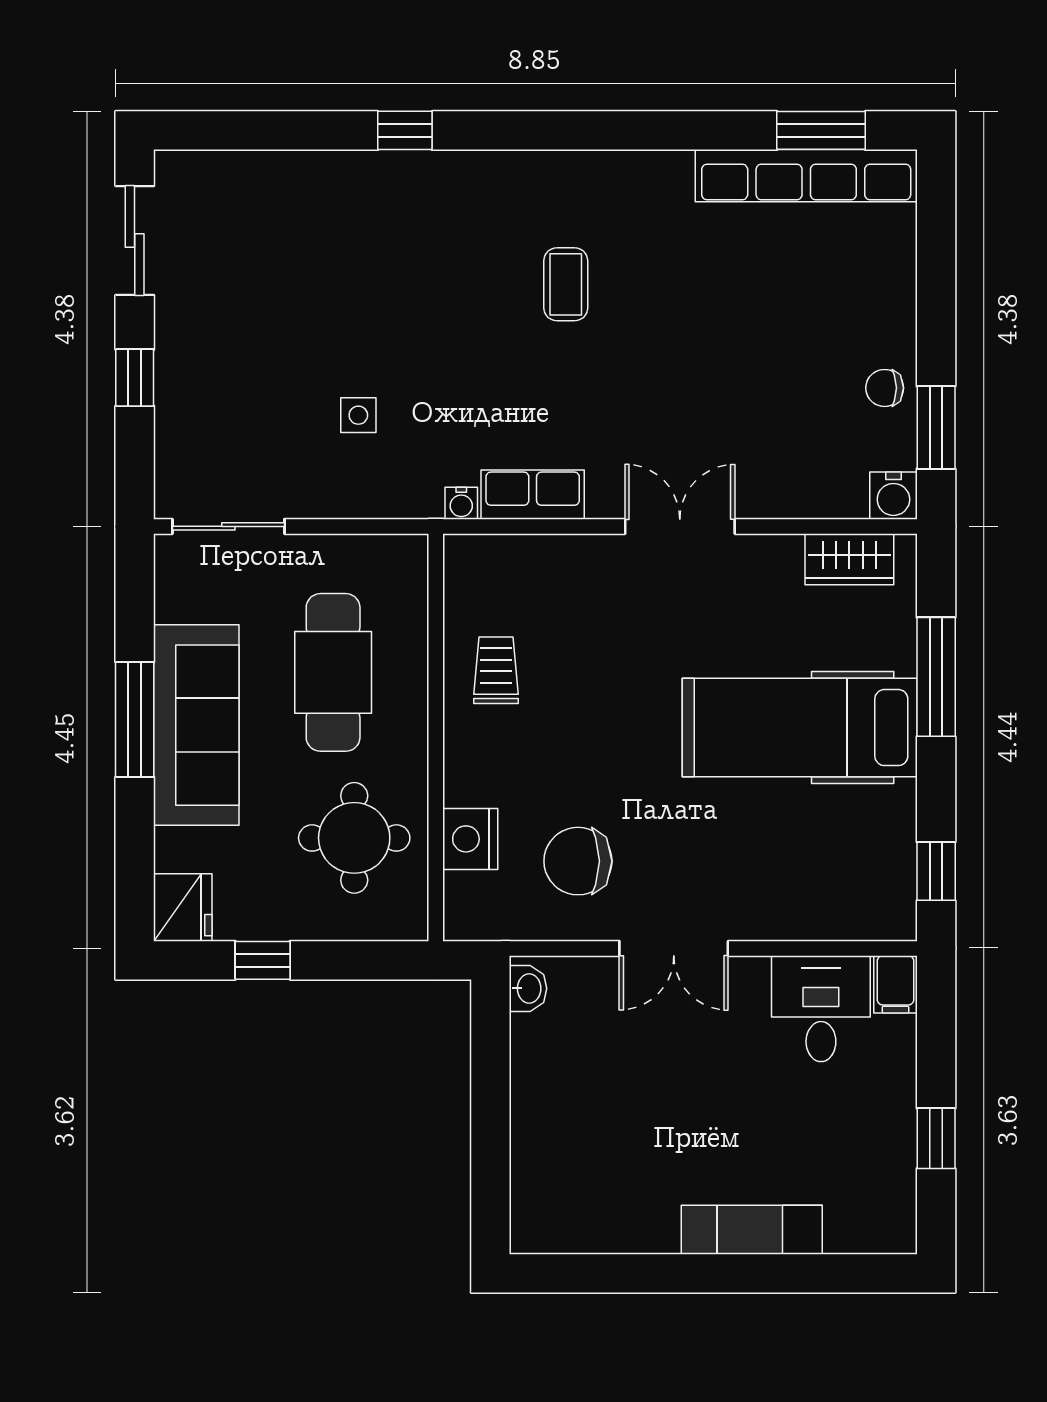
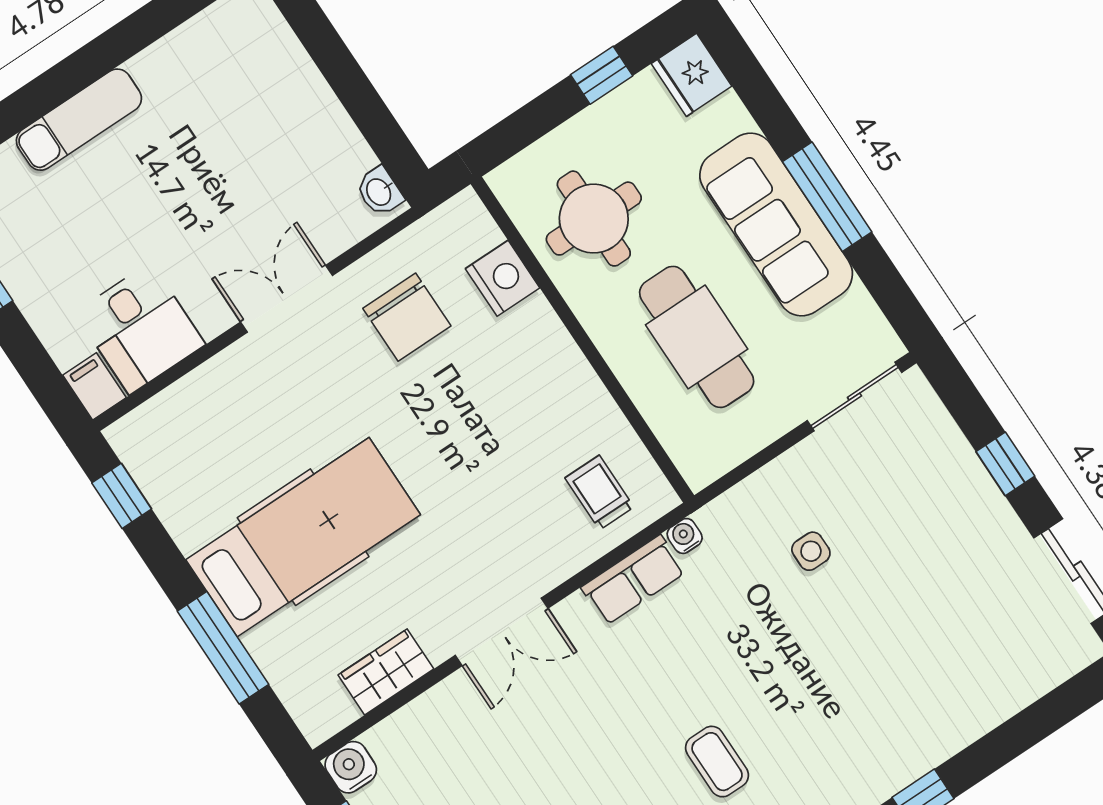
wardrobe: (849, 559) -> (386, 672), moved
trolley: (496, 670) -> (599, 493), moved, turned 180
chair: (578, 861) -> (407, 317), turned 90

